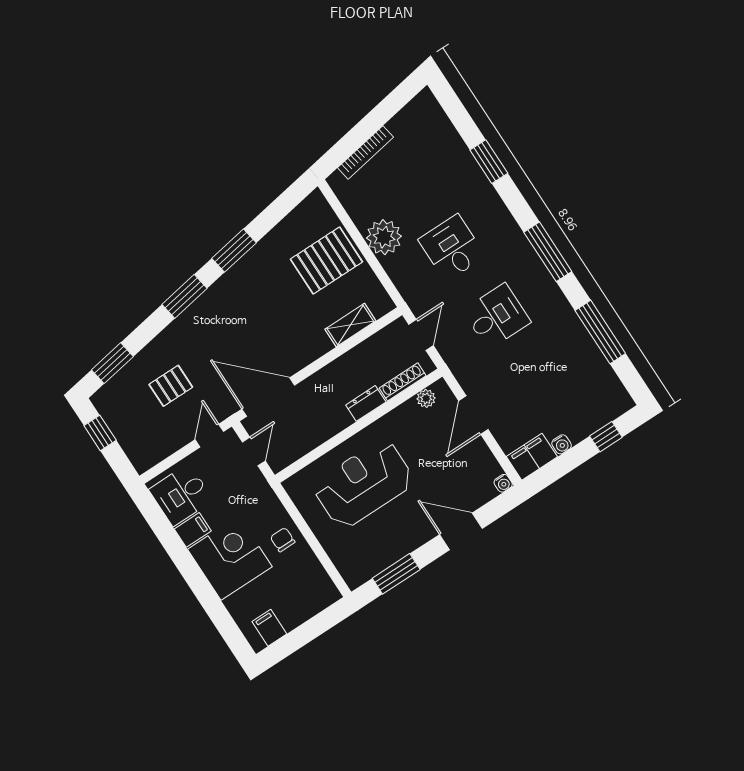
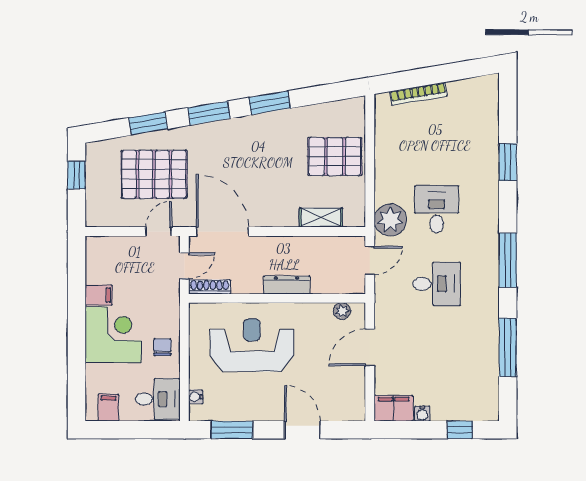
plant: (384, 237) -> (390, 220), moved
window: (112, 363) -> (148, 123), moved
shoe rack: (403, 382) -> (210, 287), moved
pallet: (171, 386) -> (154, 174), width x2.05, depth x2.00
dresser: (366, 403) -> (287, 285), width x1.44
water cooler: (503, 483) -> (196, 397), moved, turned 90
desk: (181, 495) -> (158, 399), moved, turned 180

